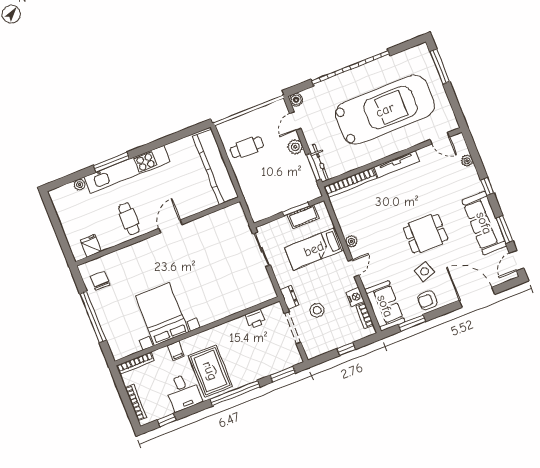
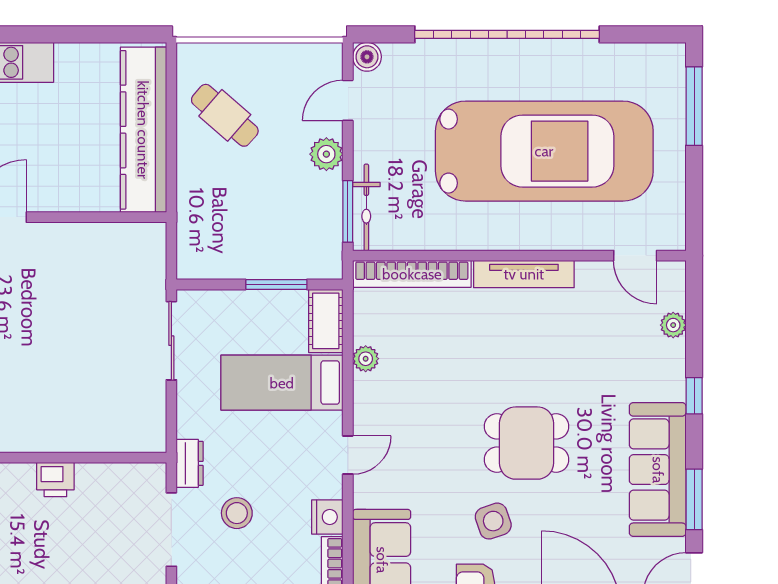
cafe table: (247, 147) -> (225, 115), turned 41
cot: (303, 217) -> (326, 321), moved, turned 90
plant: (351, 241) -> (366, 359), moved
printer: (255, 319) -> (55, 480), moved

